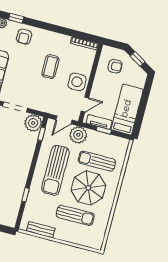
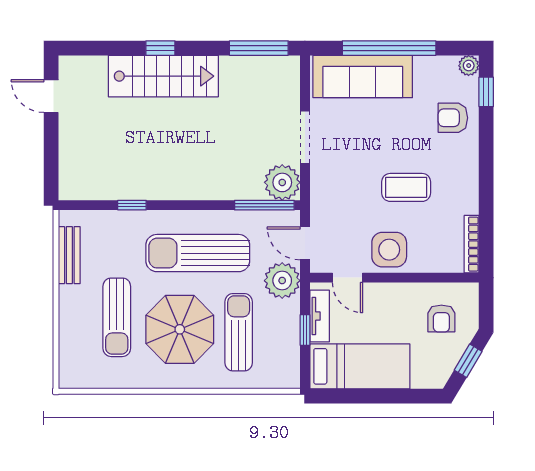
window: (41, 134) -> (264, 205), width x2.17

